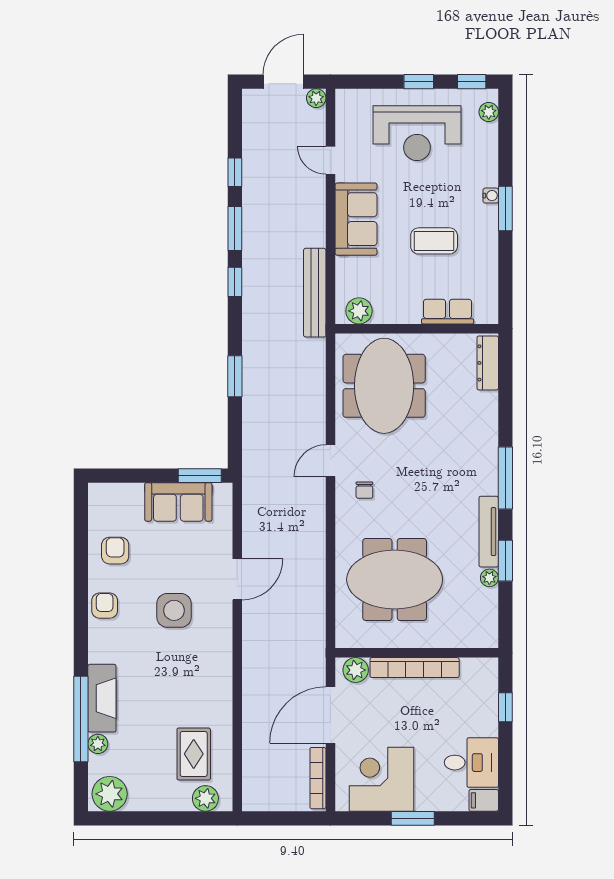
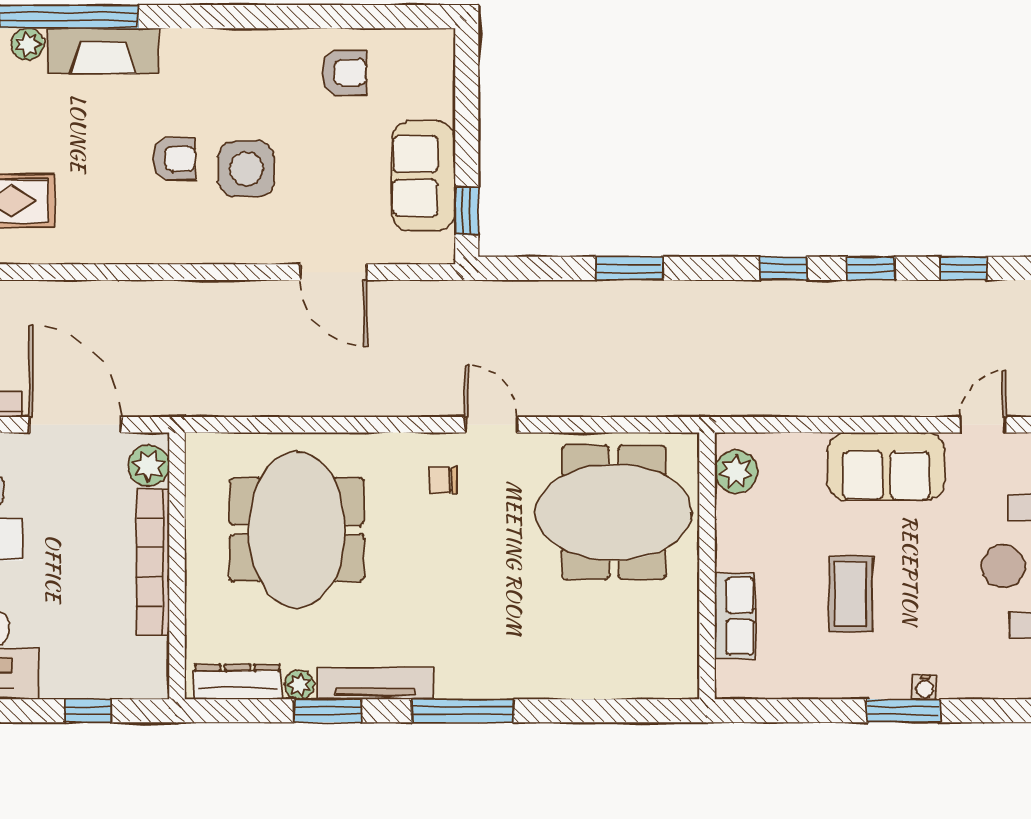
window: (235, 228) -> (871, 268), width x0.67
bench: (315, 293) -> (766, 399), removed
dresser: (488, 363) -> (237, 682), moved
window: (200, 476) -> (467, 211), width x0.67
door: (237, 579) -> (333, 272), moved
armchair: (105, 606) -> (174, 159), moved

